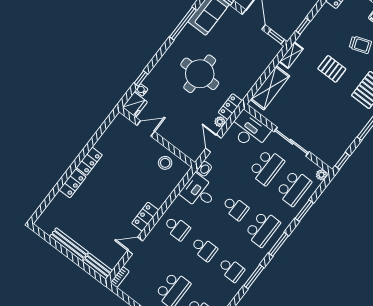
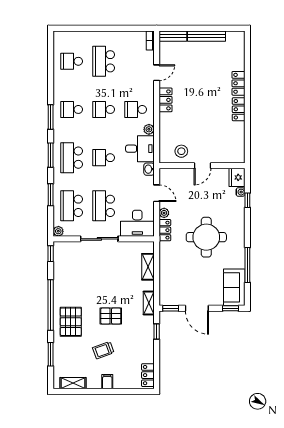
shelving: (270, 88) -> (148, 267), width x0.67, depth x0.75
door: (146, 129) -> (202, 166), moved
plant: (178, 202) -> (149, 129), added

